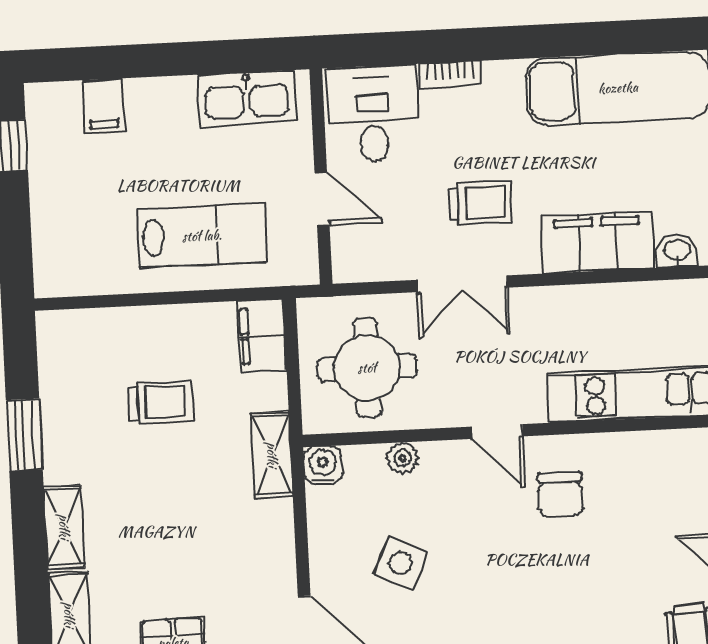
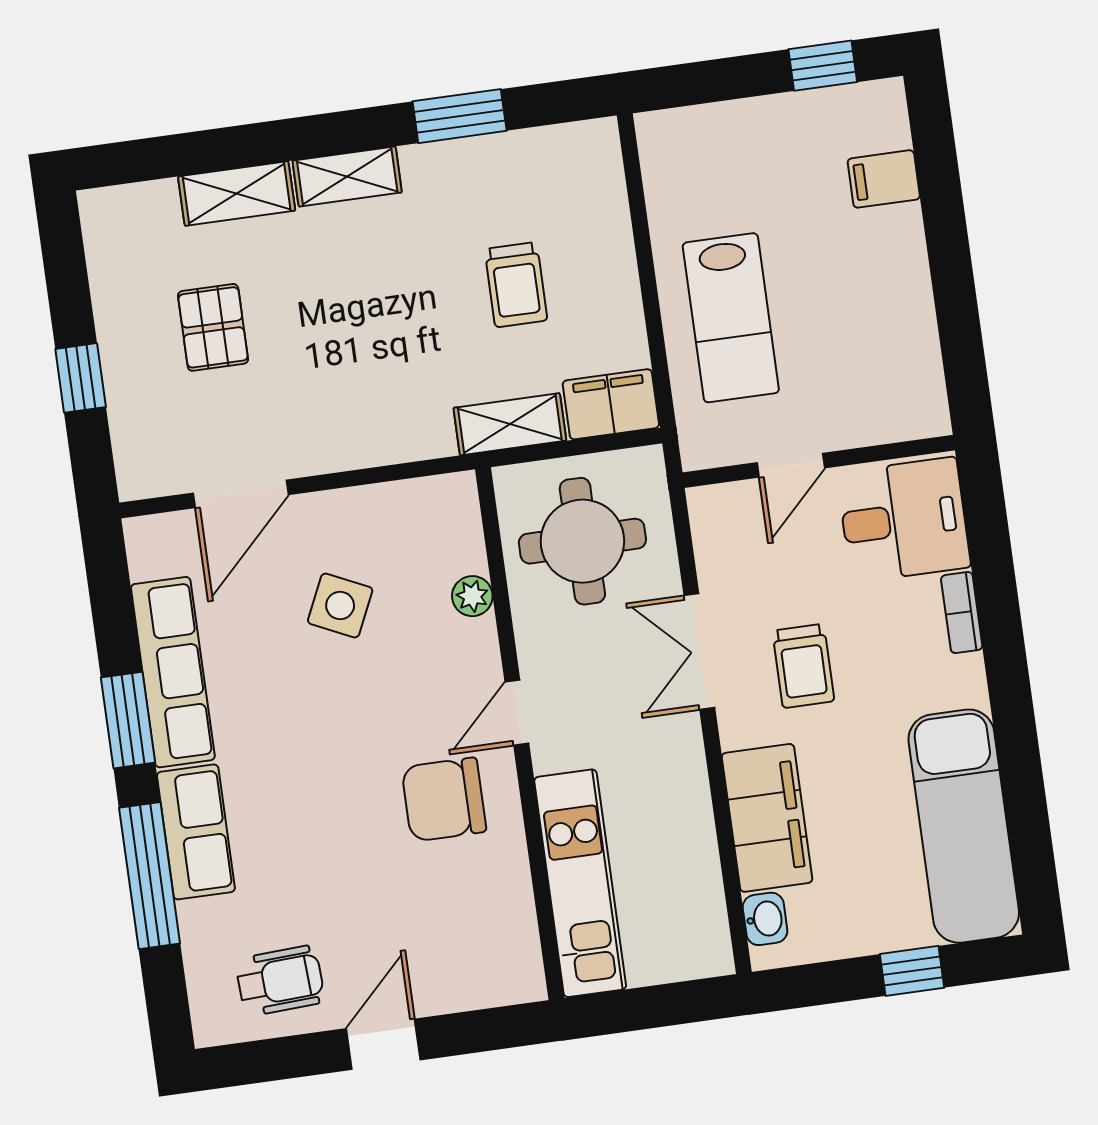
kitchen sink: (247, 98) -> (910, 359), removed
shelving: (272, 455) -> (510, 424), moved
water cooler: (323, 465) -> (455, 496), removed
chair: (560, 495) -> (444, 799), width x1.37, depth x1.37

